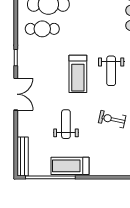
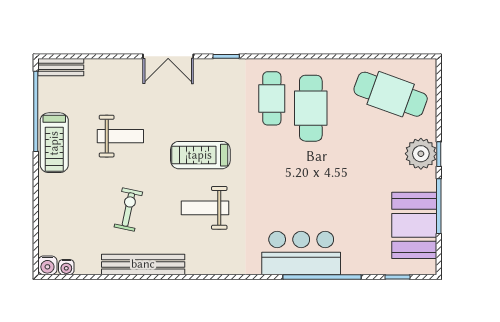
bench: (23, 156) -> (61, 67), width x0.73
treadmill: (70, 166) -> (54, 143), turned 180

